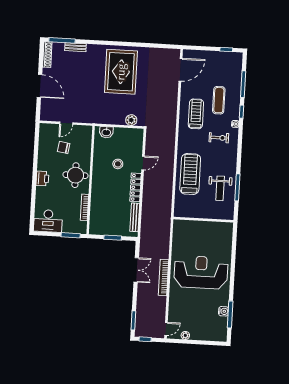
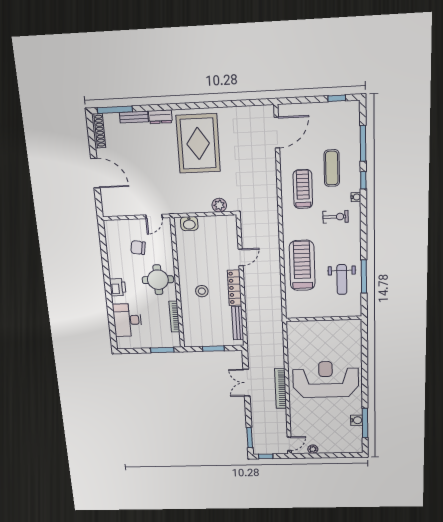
dresser: (95, 49) -> (160, 117), added
door: (66, 123) -> (154, 216), moved
stool: (118, 164) -> (202, 291), moved
desk: (48, 221) -> (127, 320), moved, turned 90
double door: (136, 270) -> (247, 383), swing flipped

